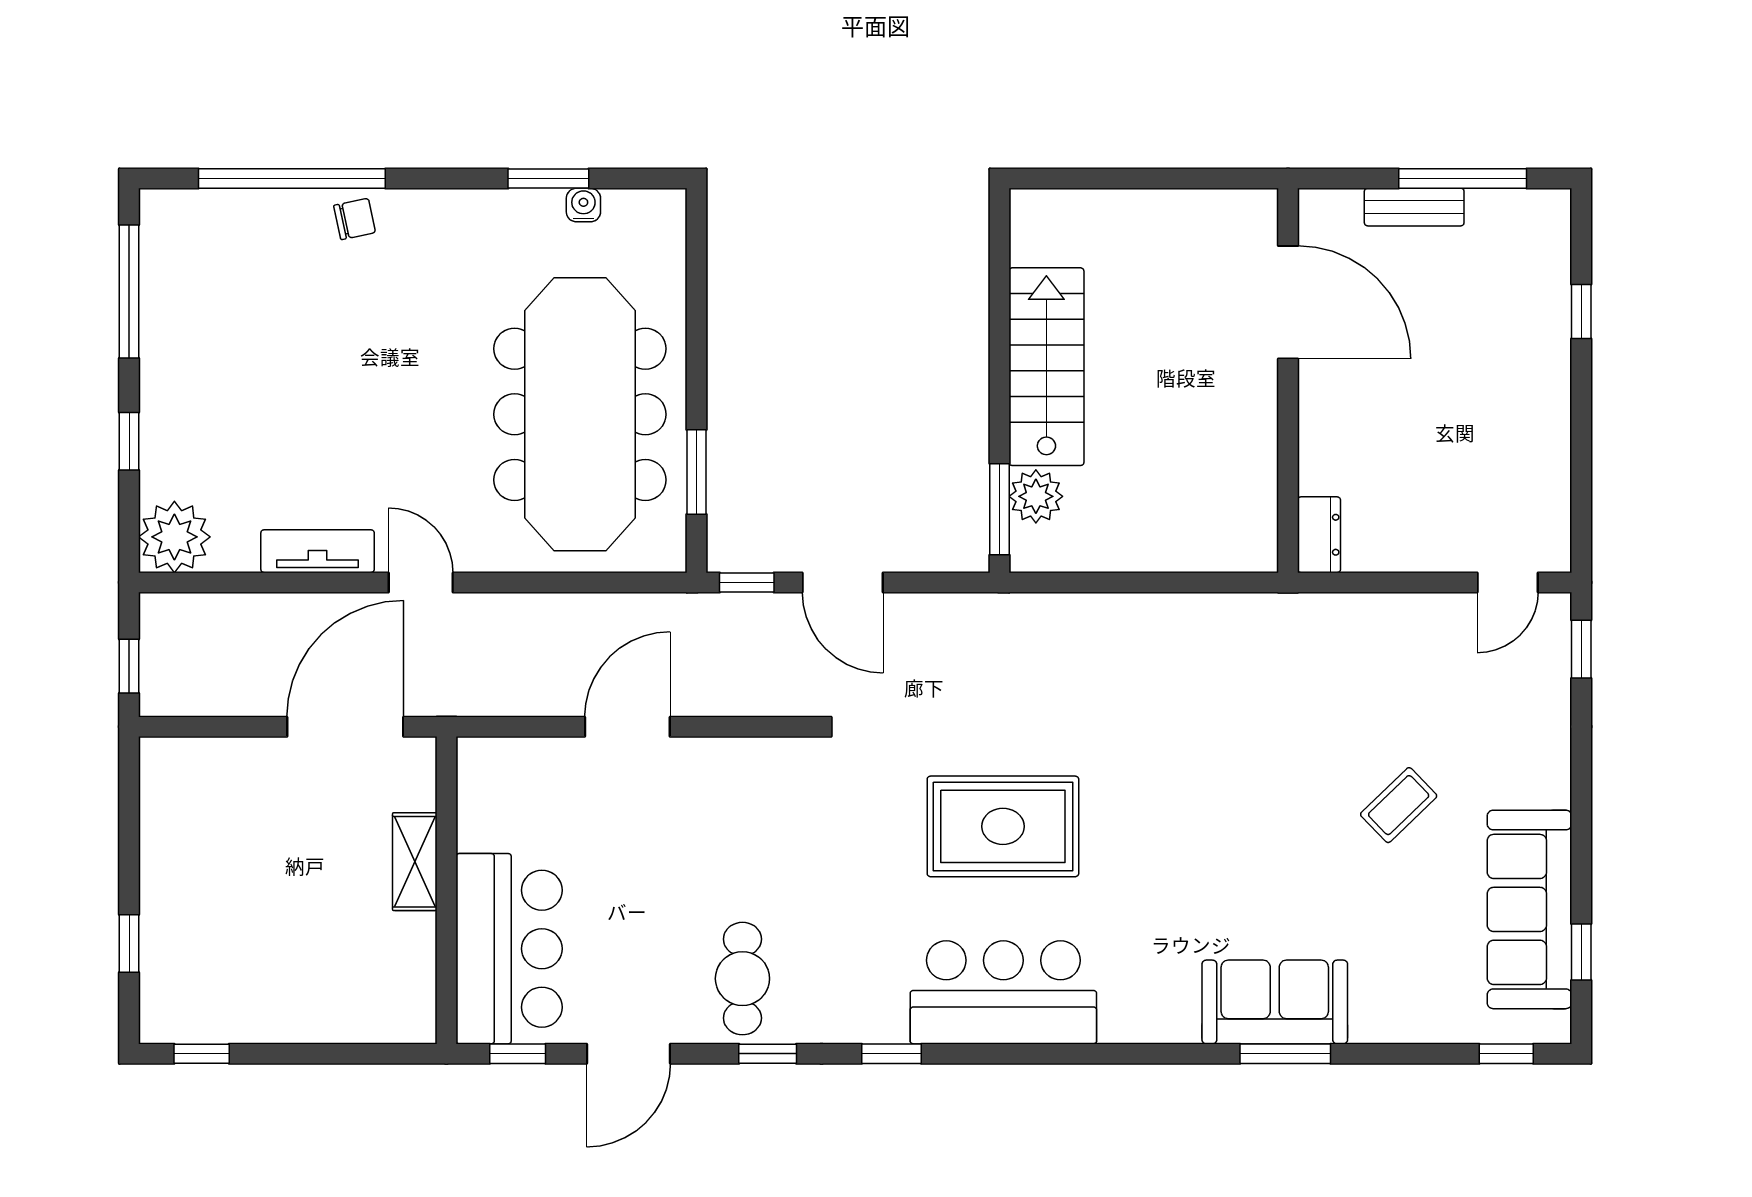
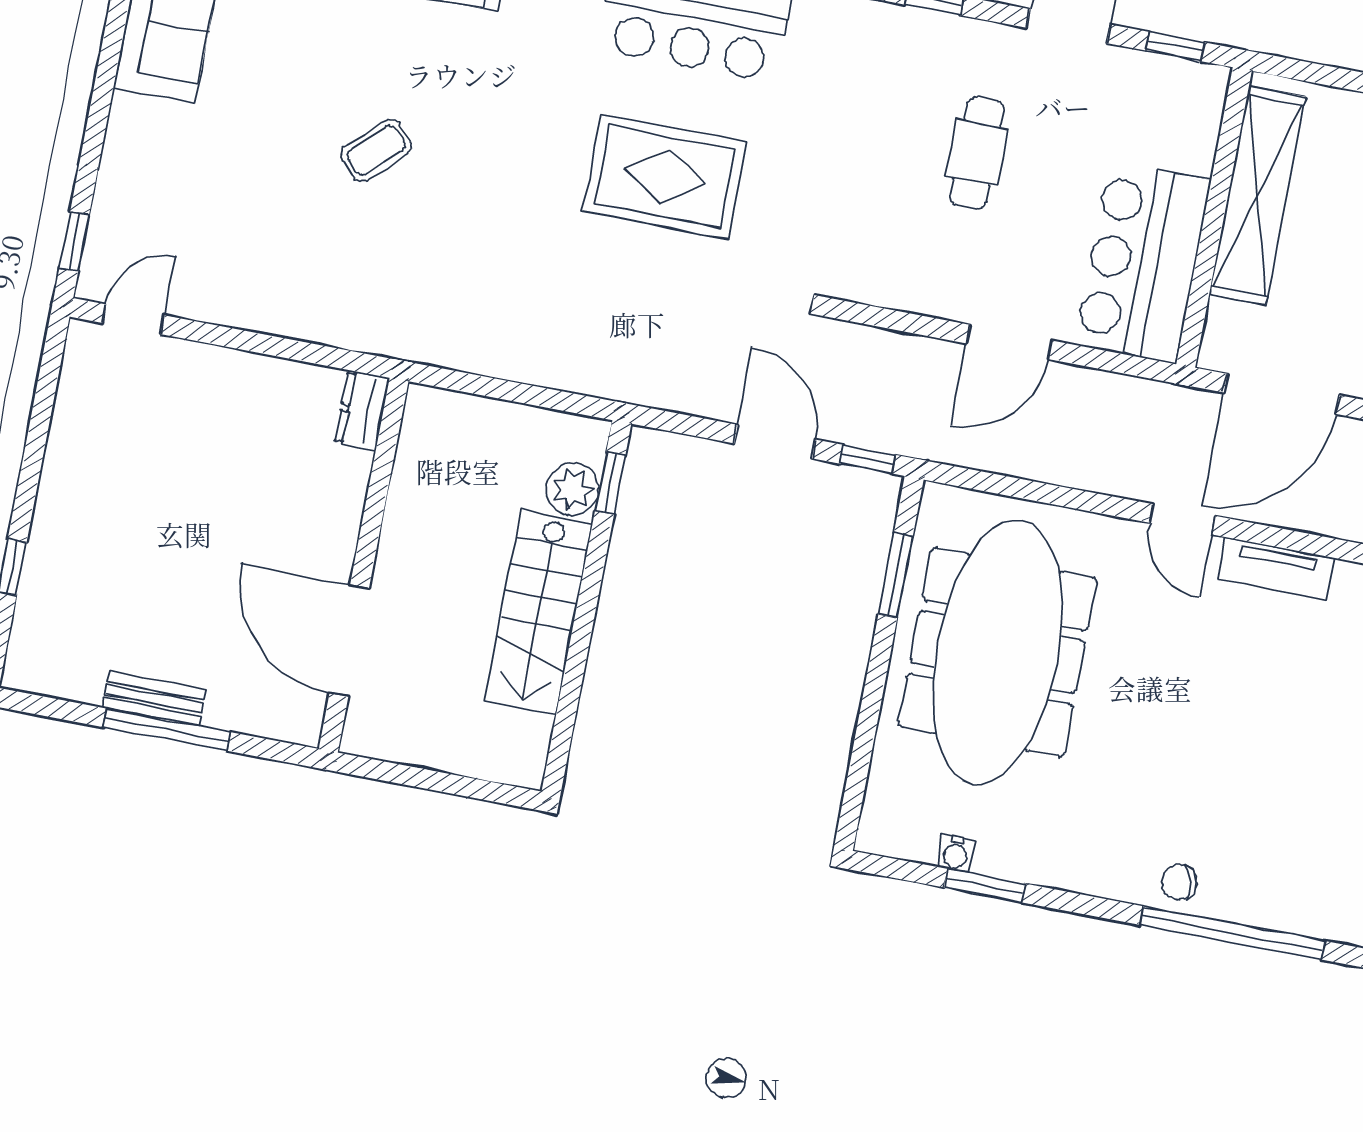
window: (1463, 178) -> (167, 730), moved
door: (1288, 302) -> (349, 641), moved
wall: (1288, 380) -> (364, 565), moved
window: (999, 509) -> (610, 483), width x0.67
dresser: (1319, 535) -> (362, 410), moved
coffee table: (1399, 805) -> (376, 150), moved
shelving: (415, 862) -> (1257, 195), width x2.20, depth x1.33
bar counter: (509, 949) -> (1143, 262), moved
cafe table: (742, 979) -> (977, 153), moved

